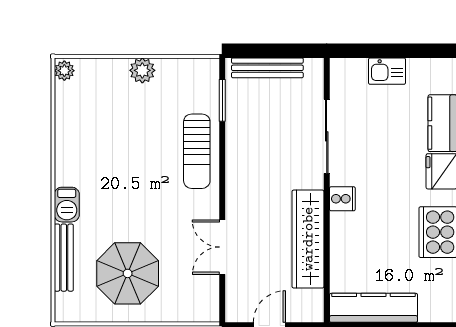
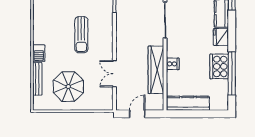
sun lounger: (197, 151) -> (81, 35), moved
cooker: (342, 199) -> (173, 64), moved

